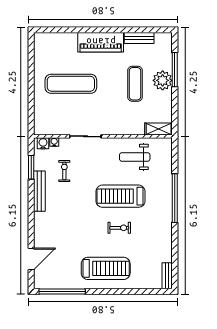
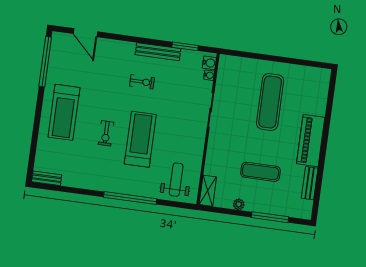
plant: (163, 80) -> (239, 204), moved, width x0.53, depth x0.53
weight bench: (135, 157) -> (176, 180), moved
exercise bike: (64, 171) -> (142, 82), moved

